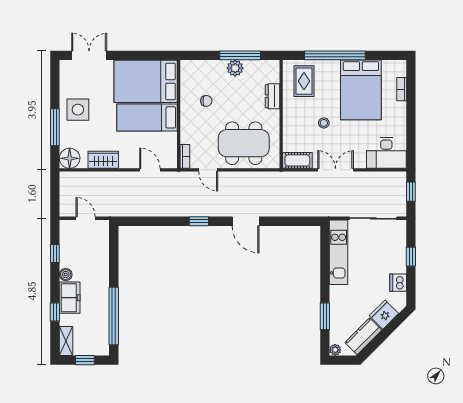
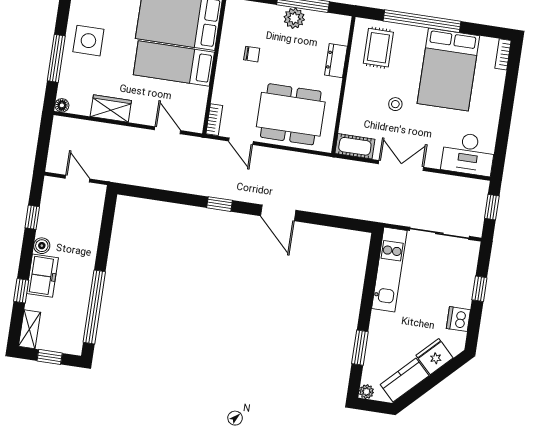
bookcase: (402, 89) -> (503, 54), moved
floor lamp: (70, 158) -> (62, 105), width x0.53, depth x0.53

